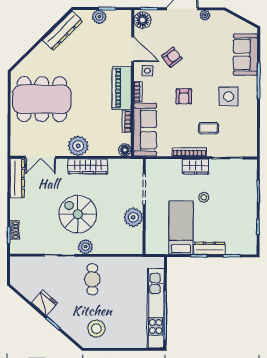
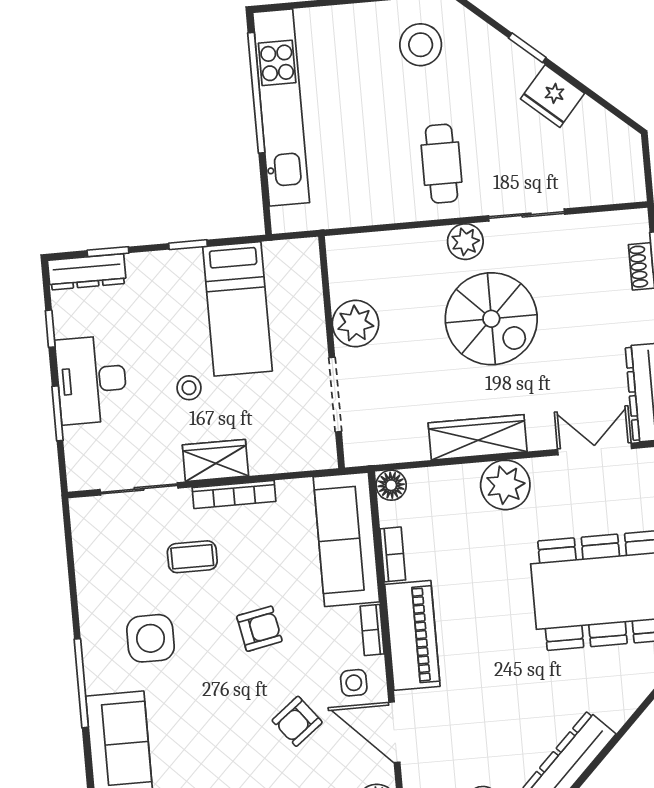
armchair: (184, 96) -> (259, 629), turned 79
desk: (243, 204) -> (92, 380), added
dresser: (210, 248) -> (87, 272), moved

